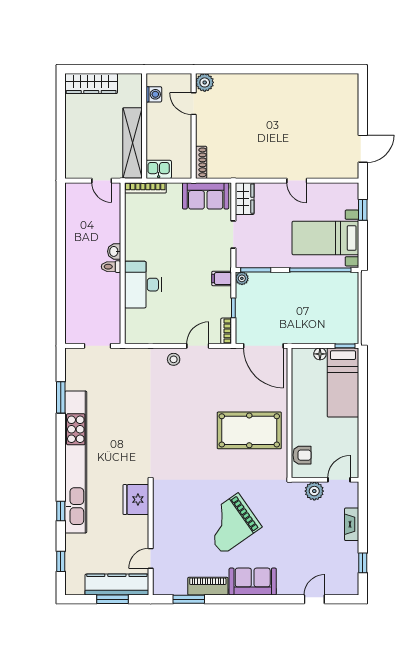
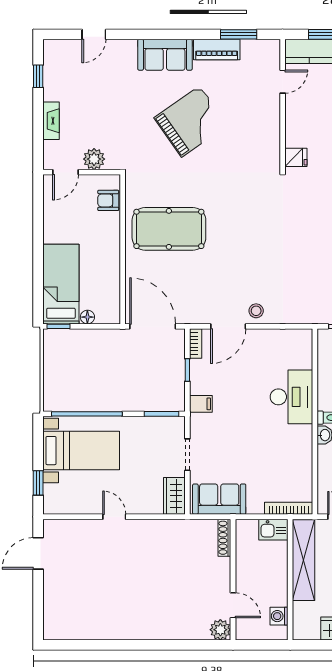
plant: (242, 278) -> (177, 404), removed
door: (198, 346) -> (228, 326), width x1.38
fridge: (136, 500) -> (296, 157), width x0.53, depth x0.75

